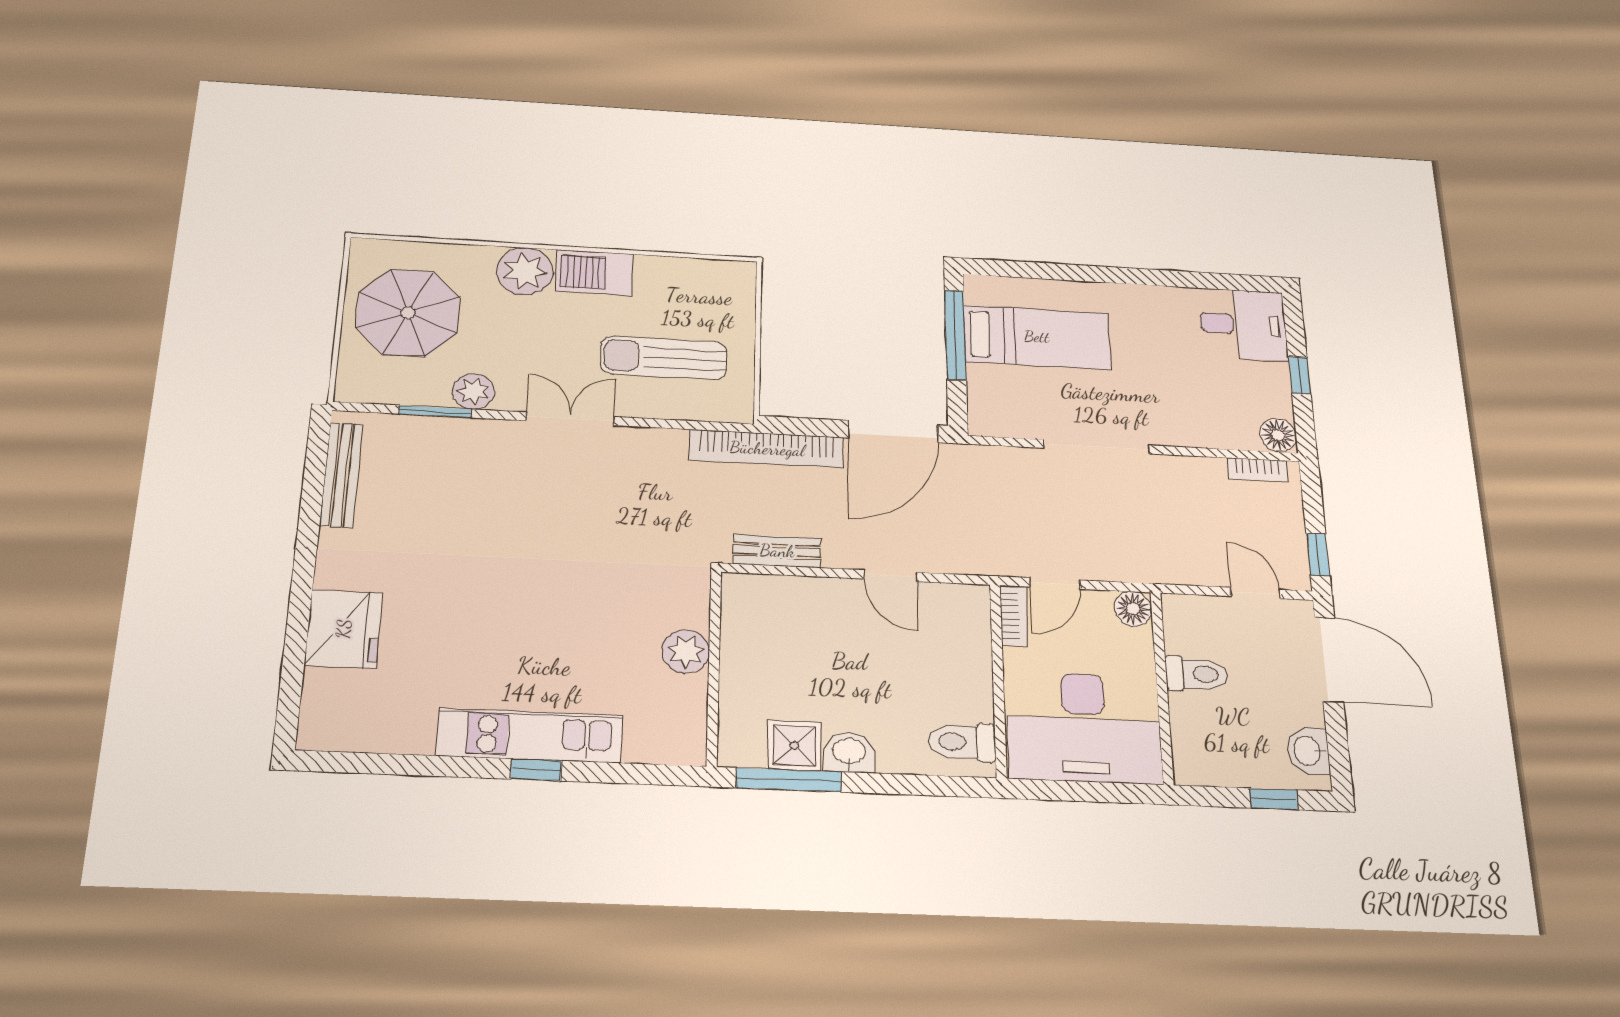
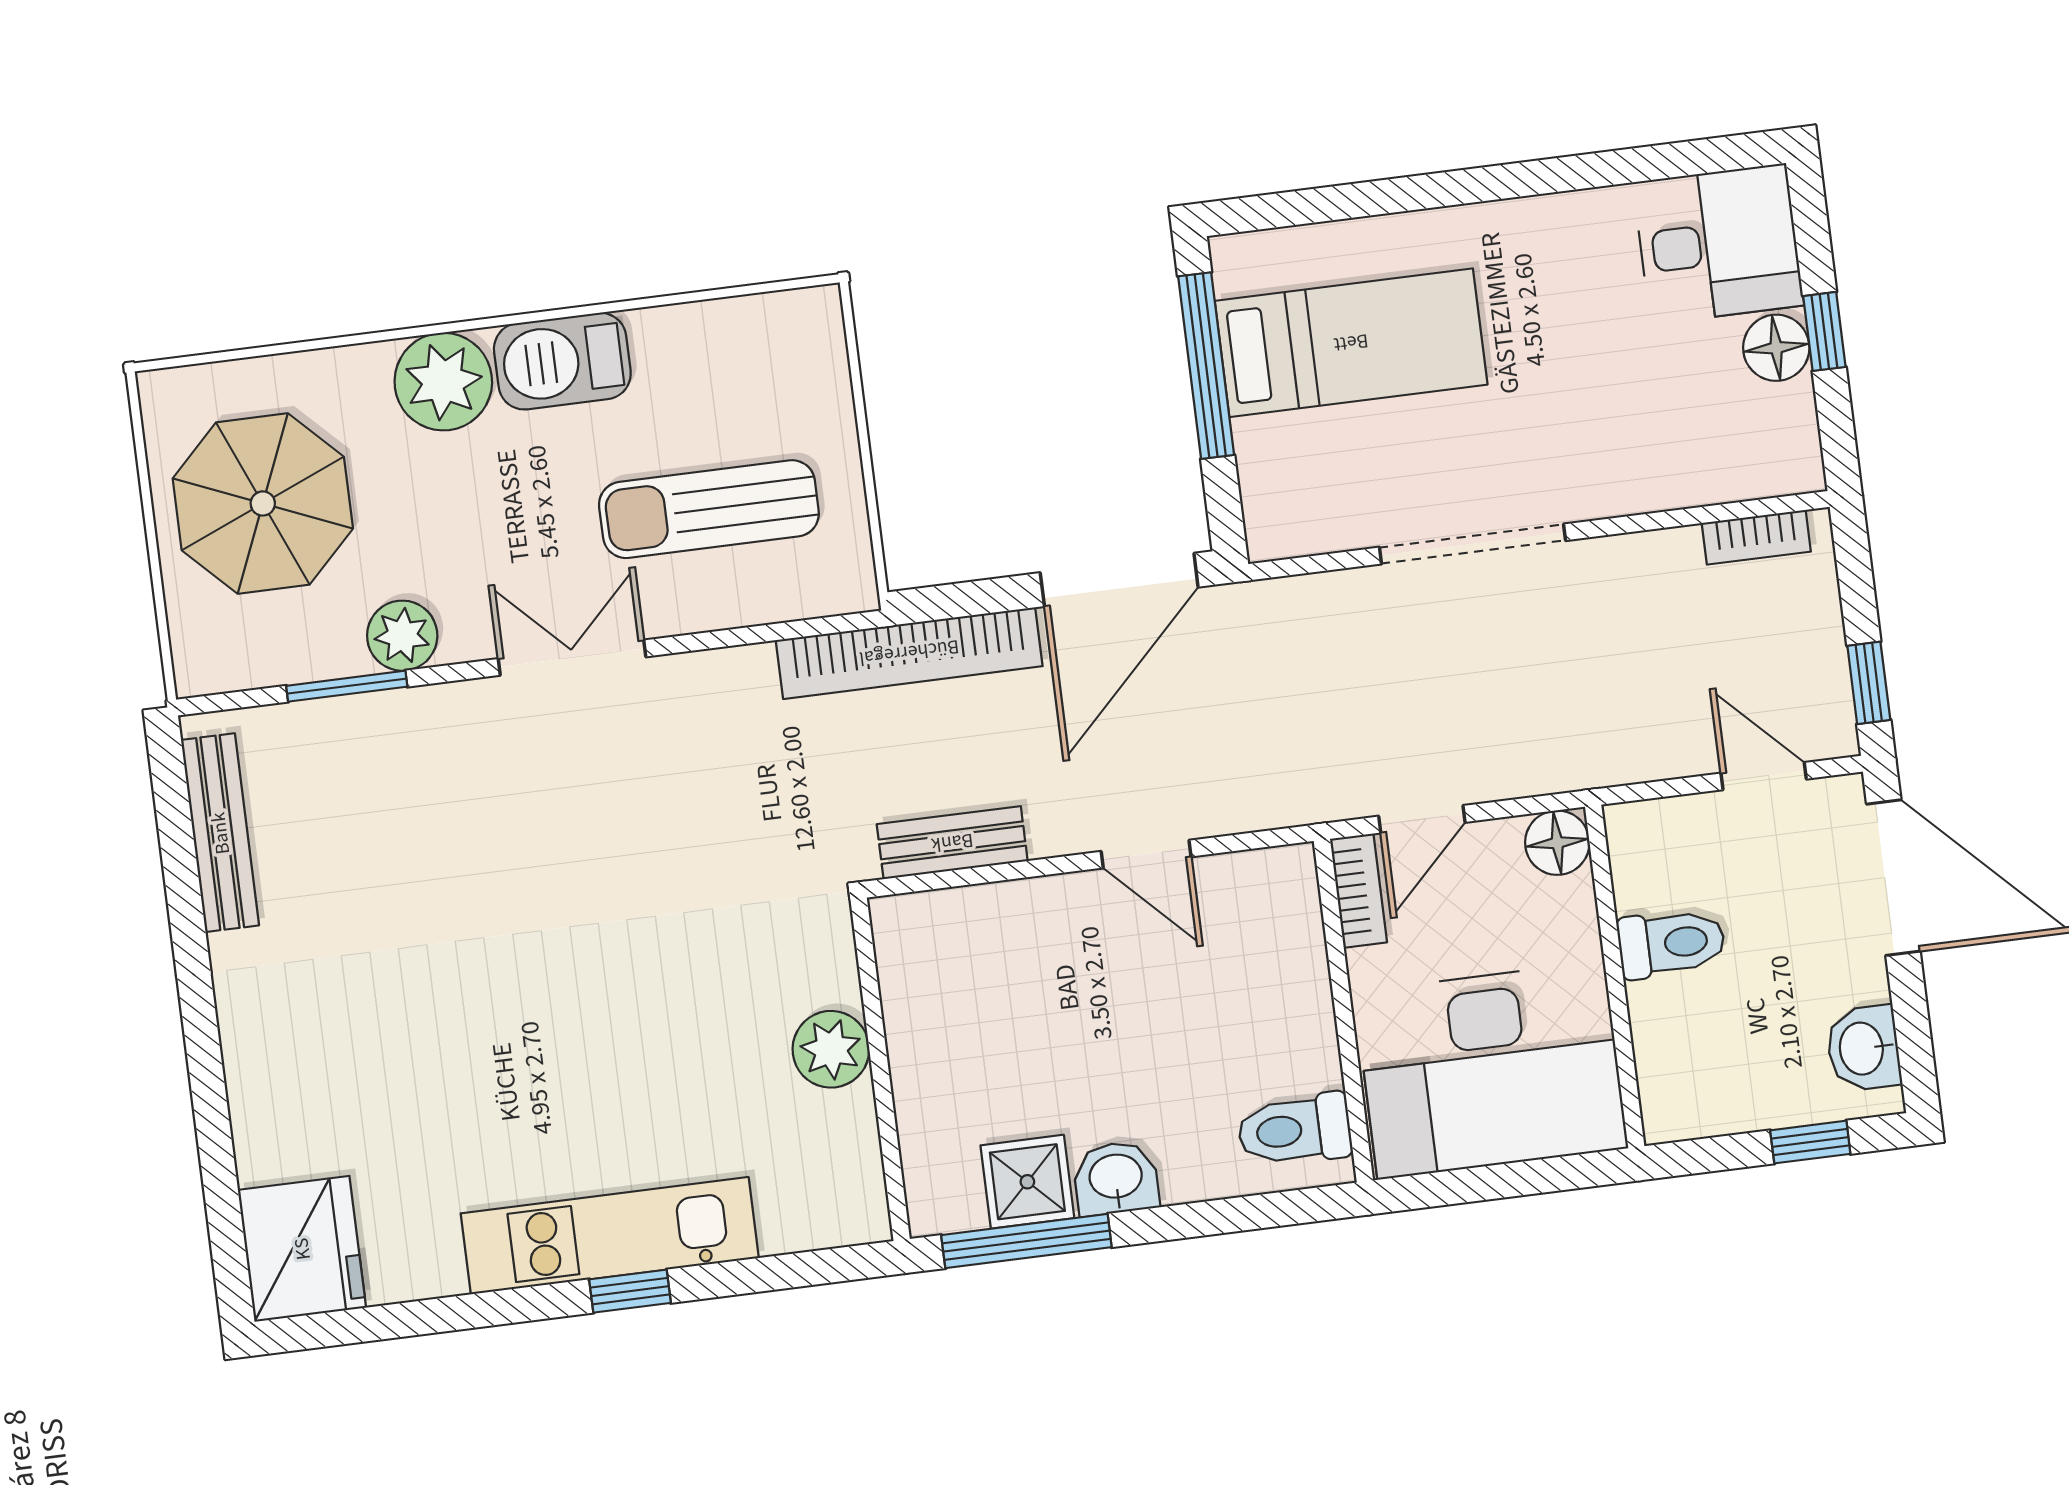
floor lamp: (1278, 435) -> (1776, 348), moved
fridge: (344, 629) -> (302, 1249), moved

